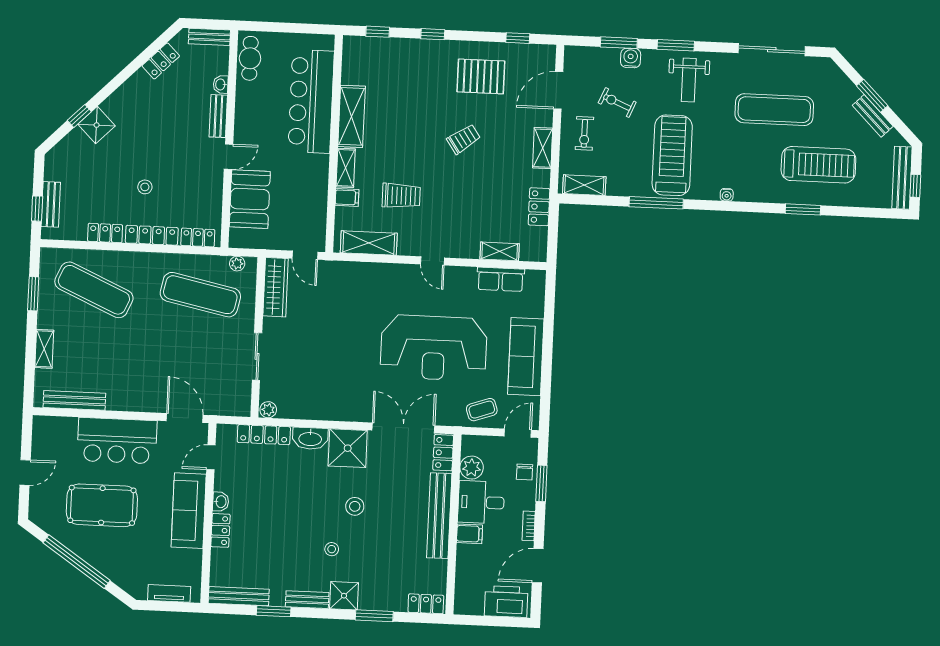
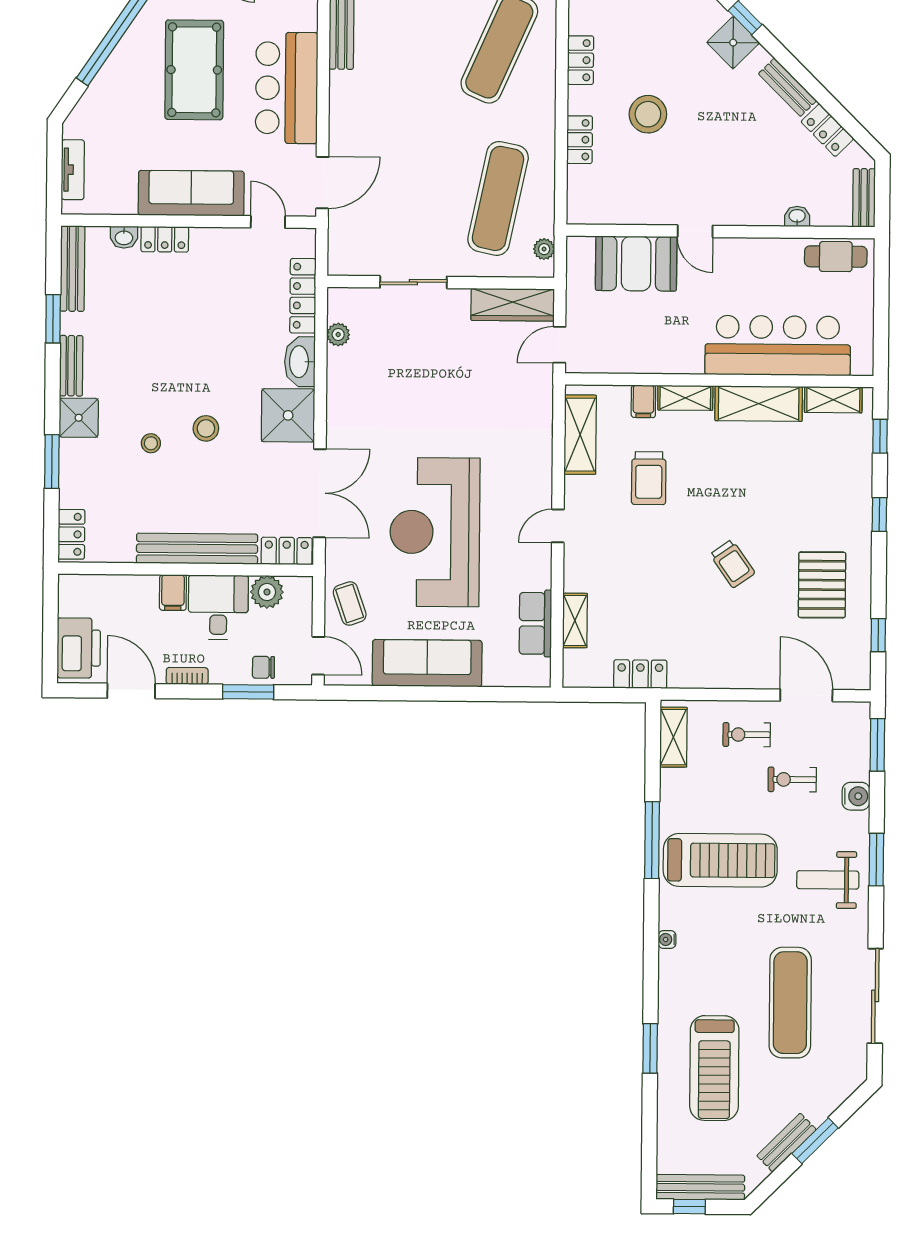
window: (619, 43) -> (877, 745), moved
exercise bike: (617, 102) -> (792, 779), turned -113
bench: (218, 116) -> (787, 87), moved, turned 45
shelving: (543, 148) -> (833, 400), moved
stool: (145, 187) -> (648, 114), width x1.89, depth x1.89
locker: (152, 235) -> (580, 140), width x0.66
locker: (198, 237) -> (579, 192), removed
plant: (268, 410) -> (338, 335), moved
washbasin: (221, 502) -> (124, 237), moved
stool: (332, 549) -> (151, 443), moved

